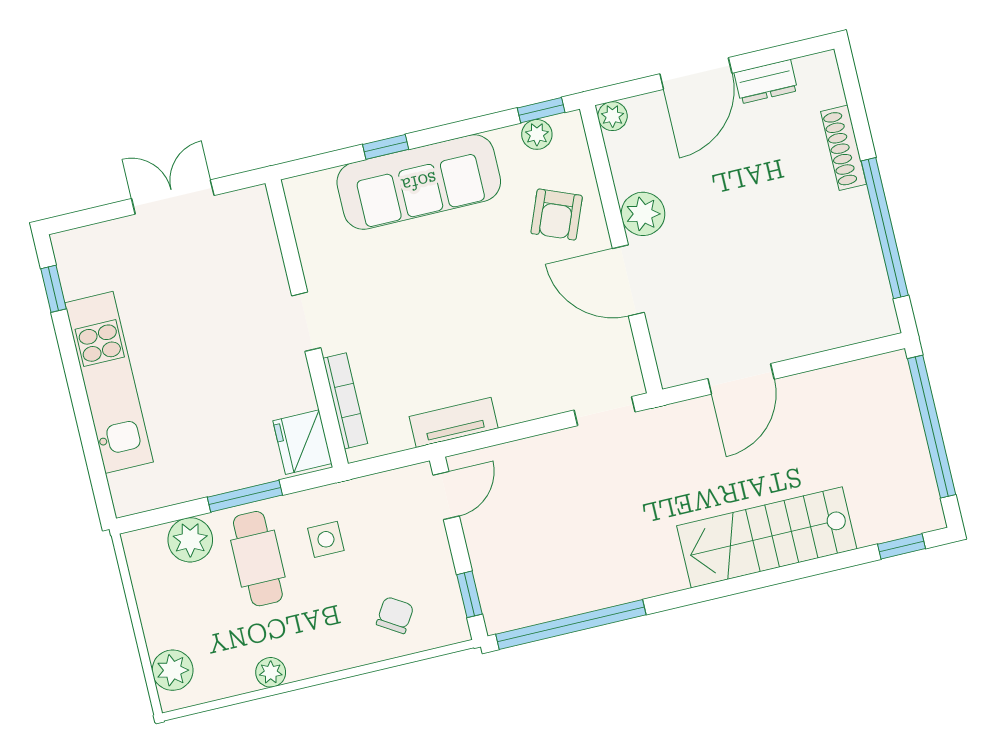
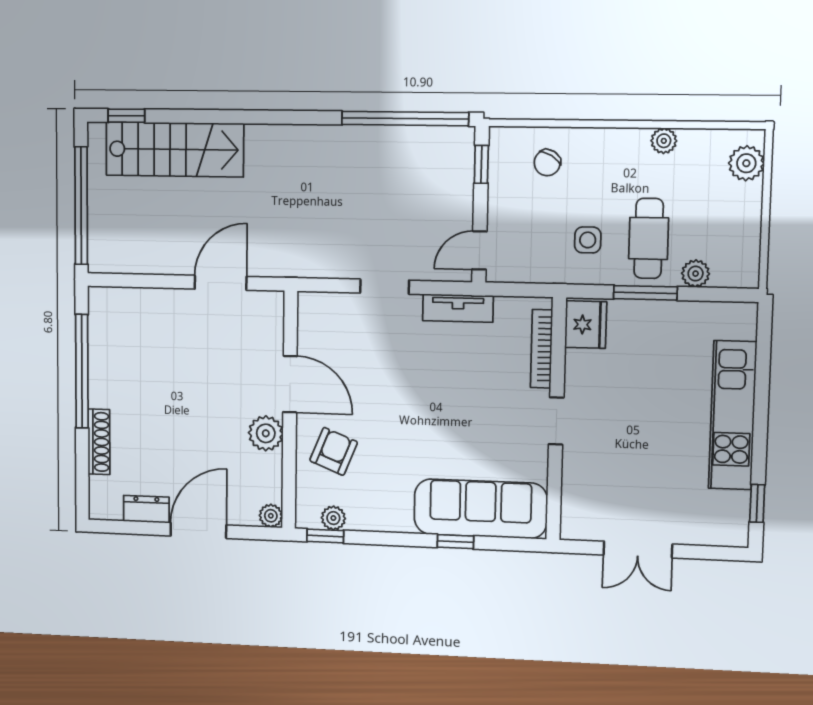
sofa: (419, 182) -> (481, 509), moved
doorway: (605, 411) -> (384, 287), moved
stairs: (767, 537) -> (175, 149), moved
plant: (190, 540) -> (696, 274), width x0.73, depth x0.73

